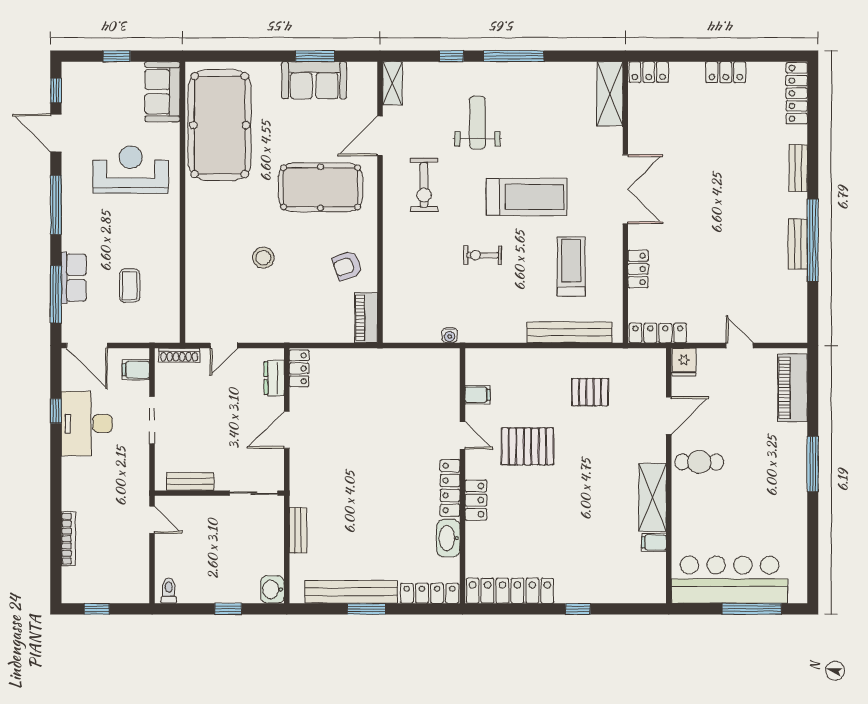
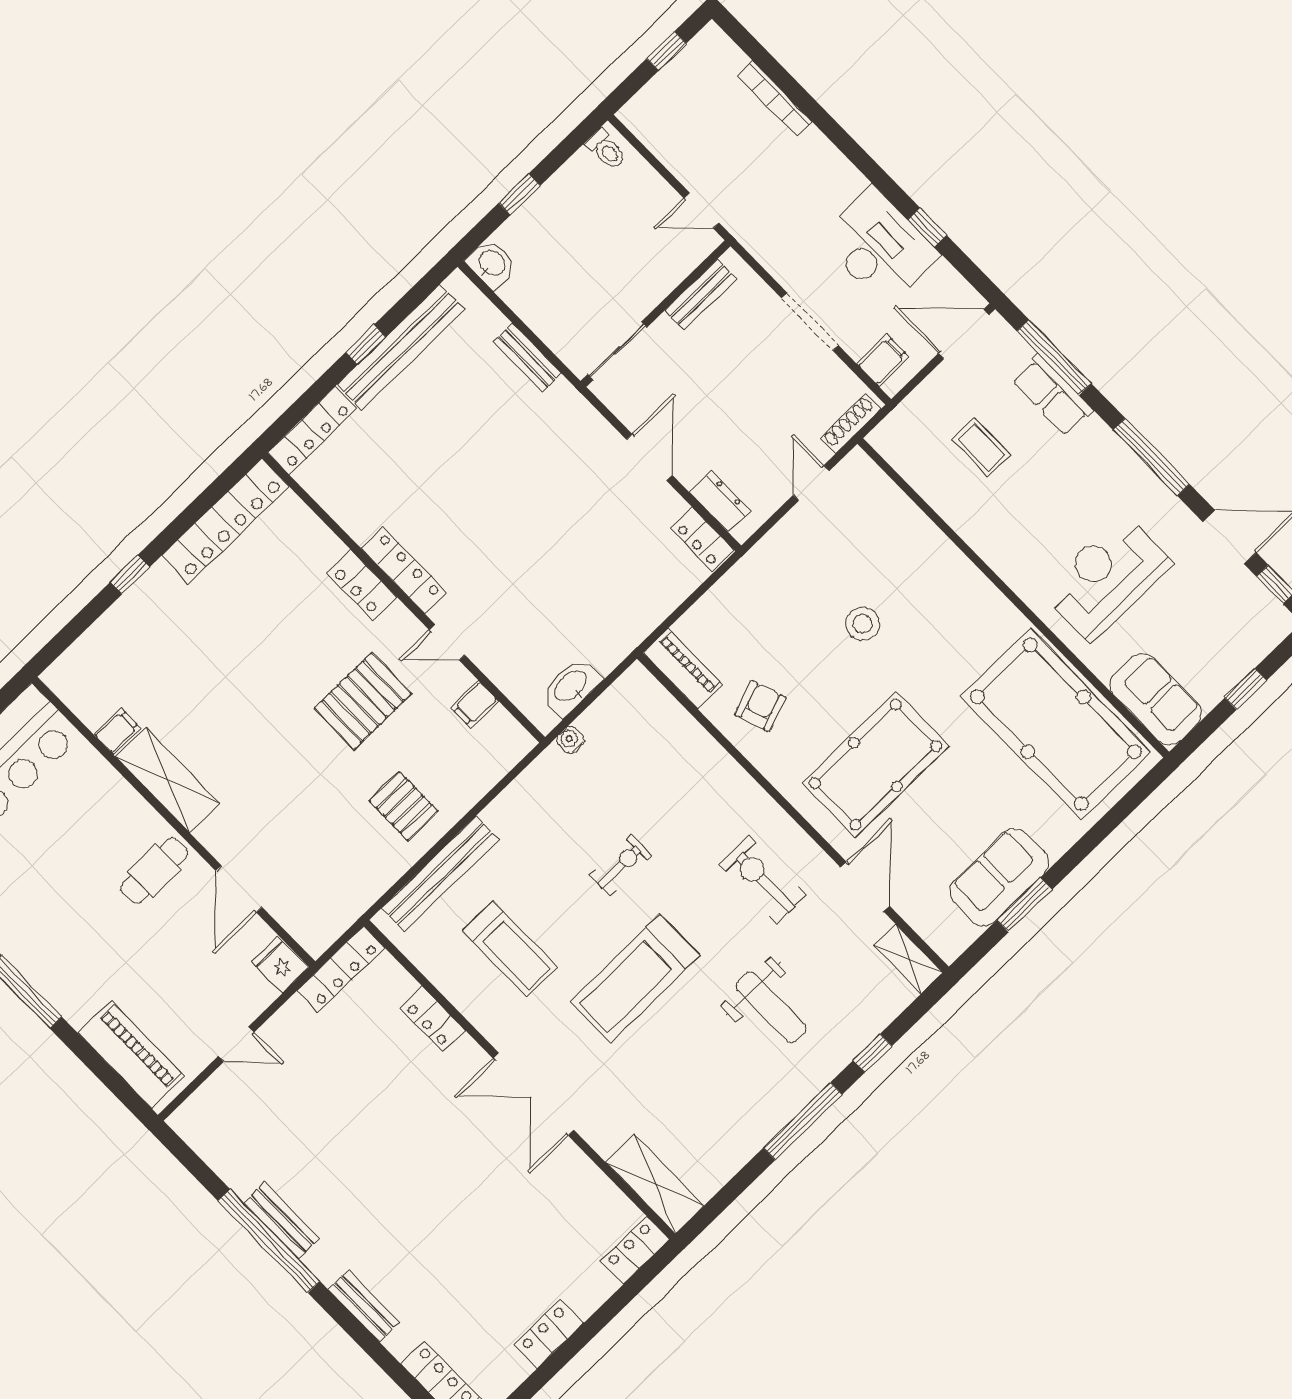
reception desk: (131, 170) -> (1107, 578), turned 180
pallet: (590, 392) -> (404, 806), moved, turned 90
washbasin: (448, 538) -> (571, 687), moved, turned -90
window: (366, 609) -> (366, 345), width x0.67

